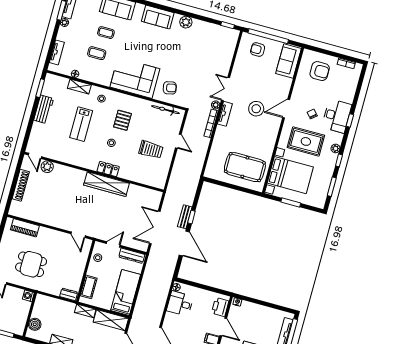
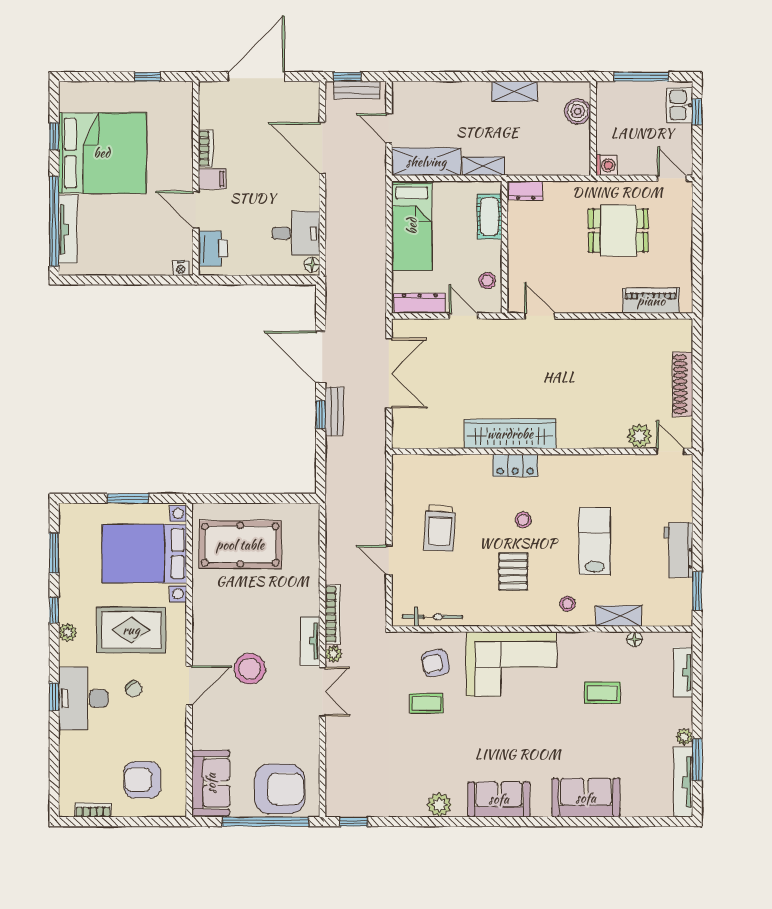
coffee table: (106, 33) -> (426, 703), moved
armchair: (258, 50) -> (280, 789), width x1.88, depth x1.88
trolley: (151, 150) -> (440, 528), turned -87
door: (113, 244) -> (463, 316), swing flipped

